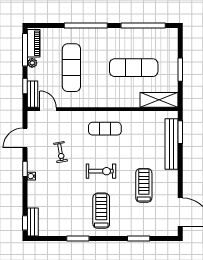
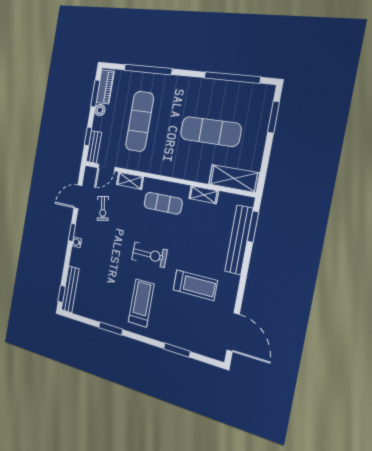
window: (86, 26) -> (148, 69), moved
window: (25, 50) -> (95, 94), width x0.69
window: (180, 70) -> (273, 117), moved
door: (48, 109) -> (106, 168), swing flipped
shelving: (72, 116) -> (130, 181), added
shelving: (137, 116) -> (204, 195), added
exercise bike: (61, 152) -> (103, 209), moved
treadmill: (144, 185) -> (195, 285), turned 90
bench: (33, 222) -> (70, 289), width x1.36

